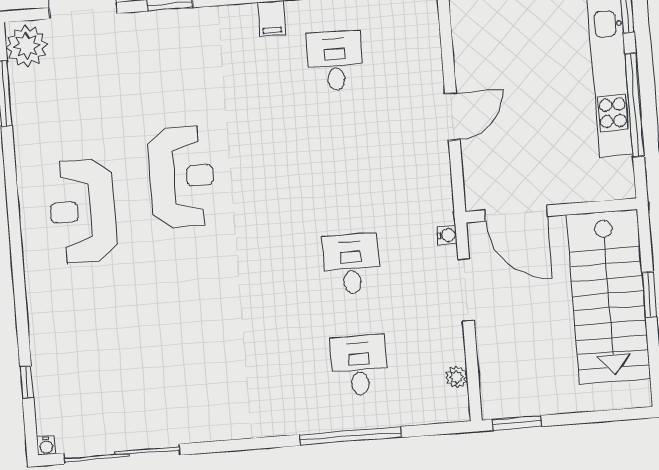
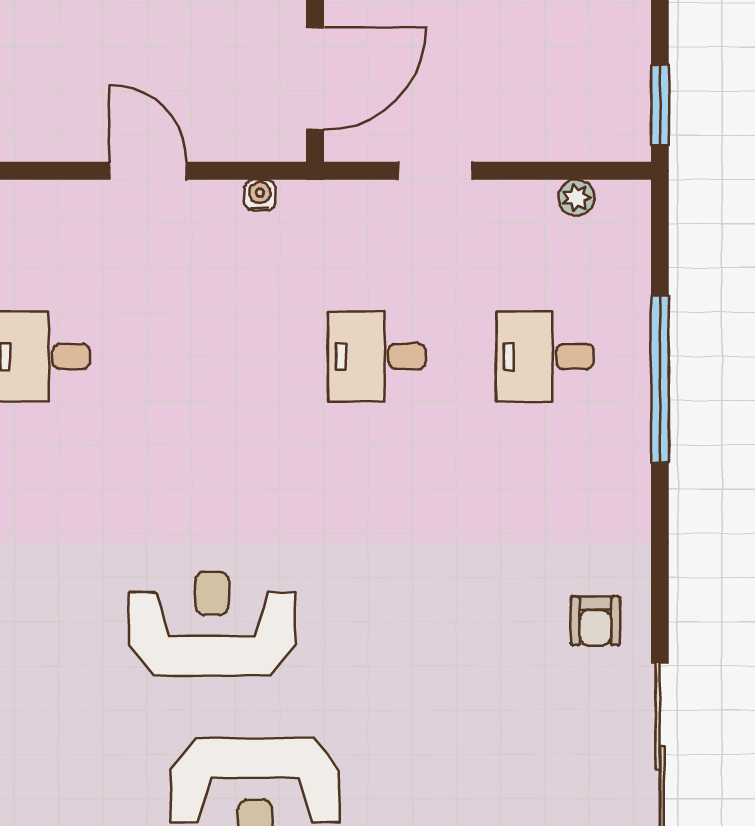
water cooler: (447, 235) -> (260, 195), moved
doorway: (466, 290) -> (435, 171), width x0.73
armchair: (202, 409) -> (595, 621), added

